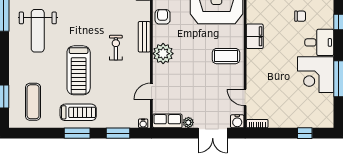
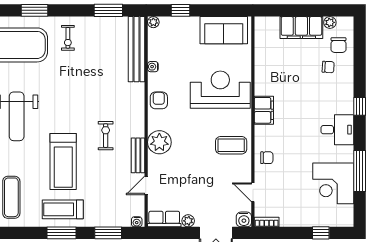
chair: (300, 16) -> (267, 158), moved
filing cabinet: (255, 36) -> (264, 110), moved
bench: (144, 37) -> (138, 155), moved
corner desk: (316, 75) -> (333, 183), moved
treadmill: (78, 112) -> (63, 209), turned 180

